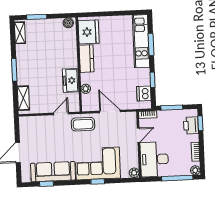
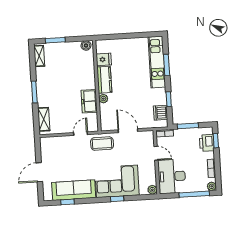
fridge: (89, 32) -> (104, 59), width x0.53, depth x0.75
plant: (86, 89) -> (103, 99), moved
door: (138, 135) -> (156, 153), hinge flipped

